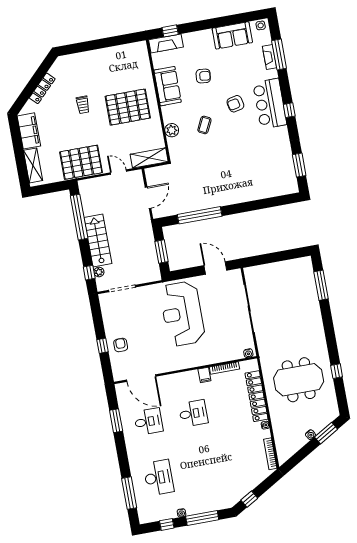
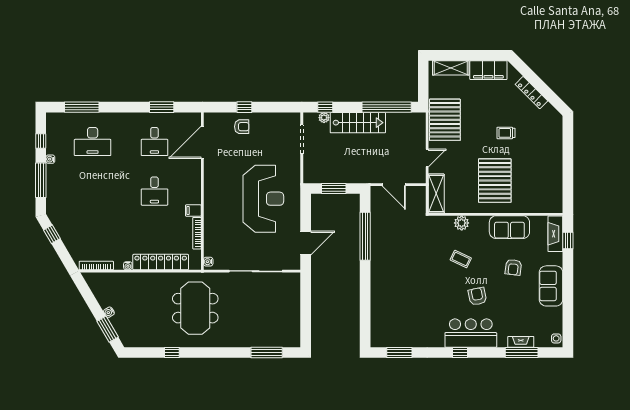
sofa: (232, 35) -> (551, 286), moved
reception desk: (182, 314) -> (263, 199), turned 90
meeting table: (299, 380) -> (195, 308), moved

